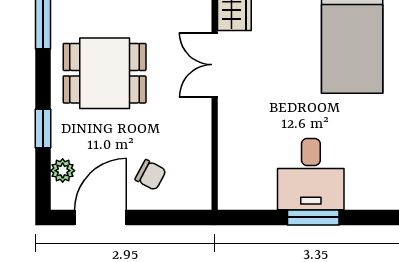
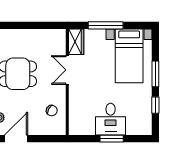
chair: (151, 175) -> (52, 111), moved

